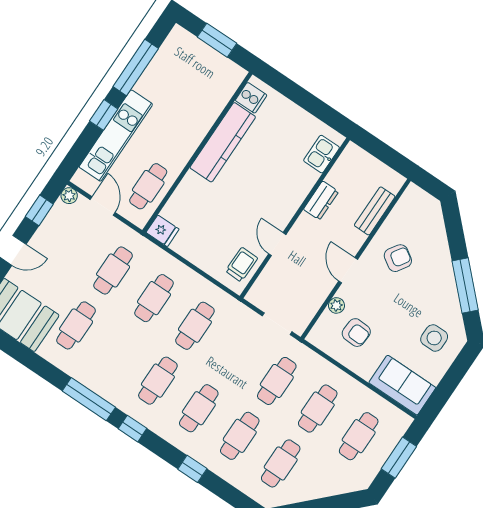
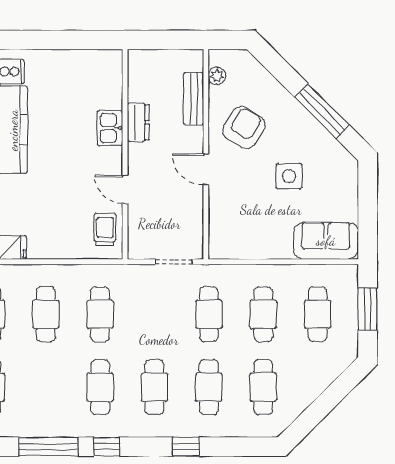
kitchen sink: (322, 154) -> (110, 128), moved
armchair: (398, 258) -> (244, 127), width x1.38, depth x1.38
plant: (336, 305) -> (217, 76), moved
armchair: (356, 333) -> (252, 221), removed
side table: (434, 338) -> (289, 176), moved

